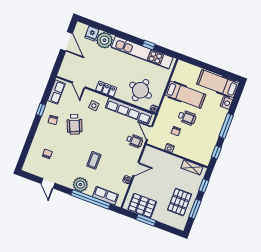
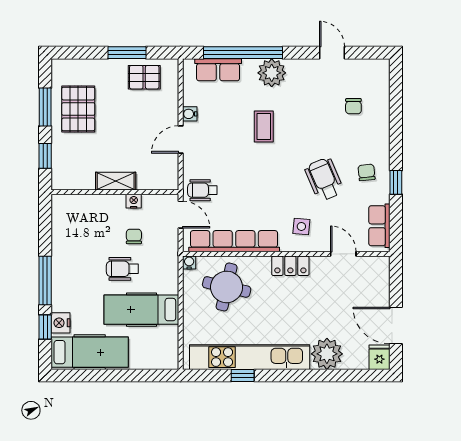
fridge: (92, 34) -> (379, 357), moved
window: (216, 152) -> (45, 327), moved
shelving: (192, 167) -> (116, 181), moved
pallet: (142, 205) -> (144, 77), width x0.67, depth x0.71

